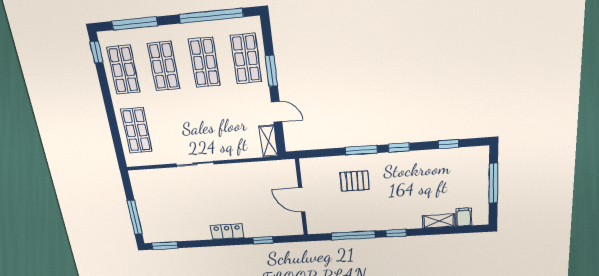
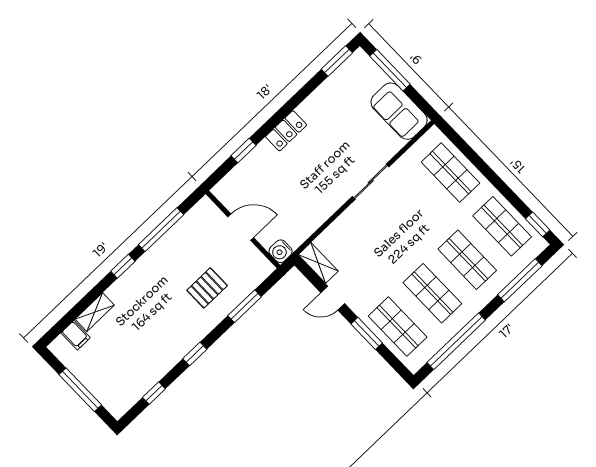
window: (361, 150) -> (245, 306), moved
water cooler: (288, 167) -> (281, 251), added
sofa: (145, 191) -> (399, 111), added

